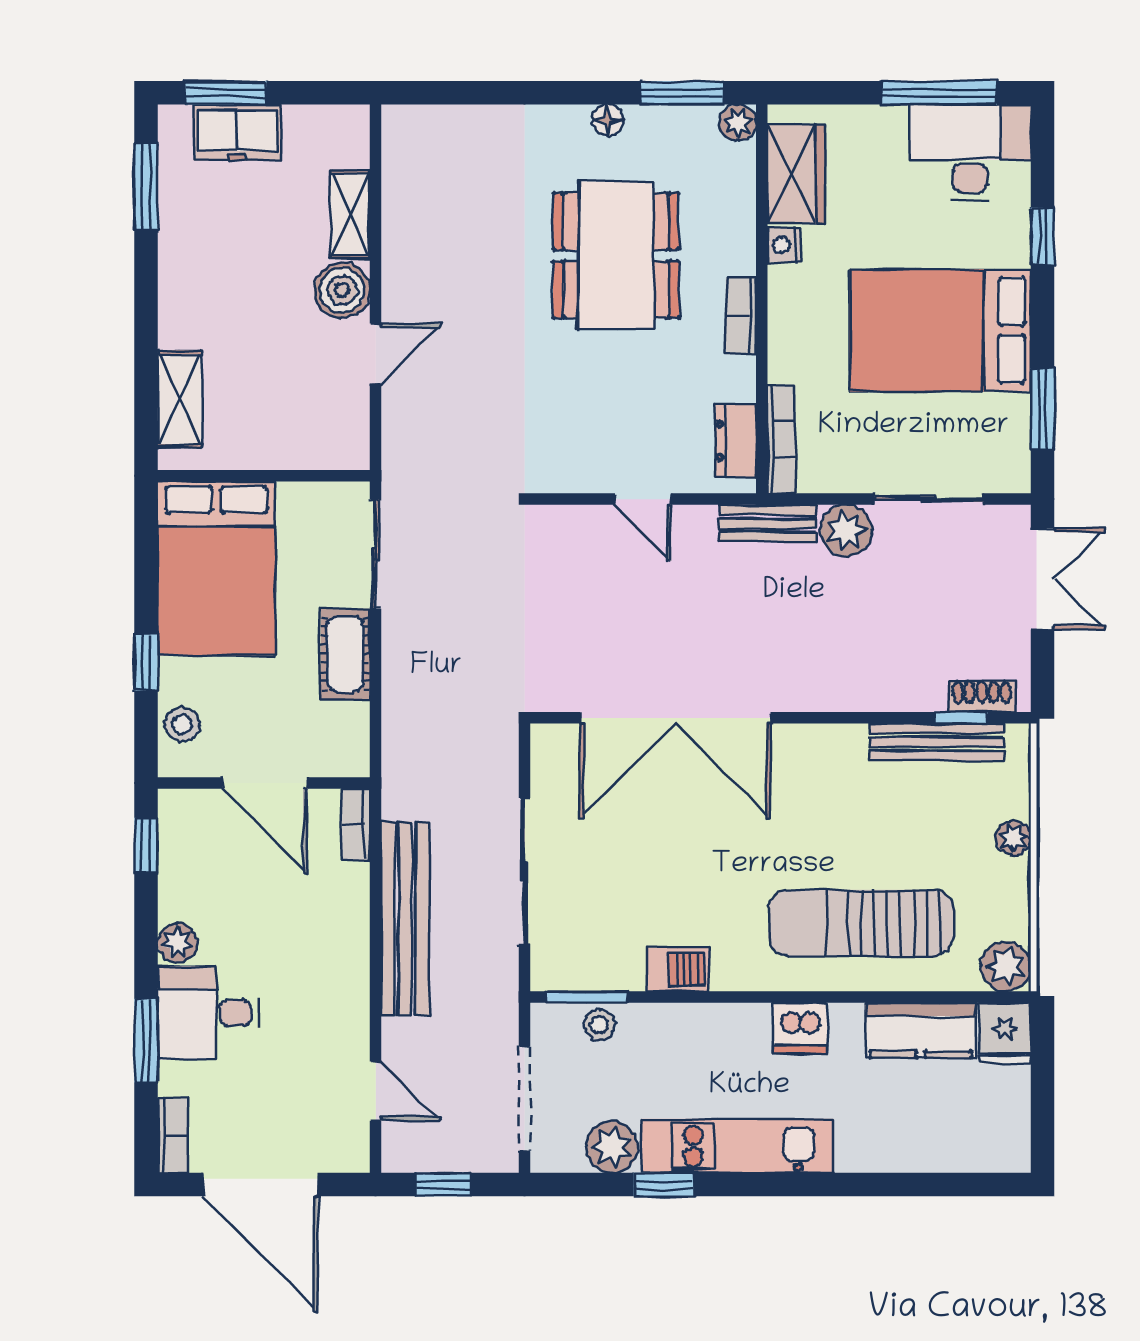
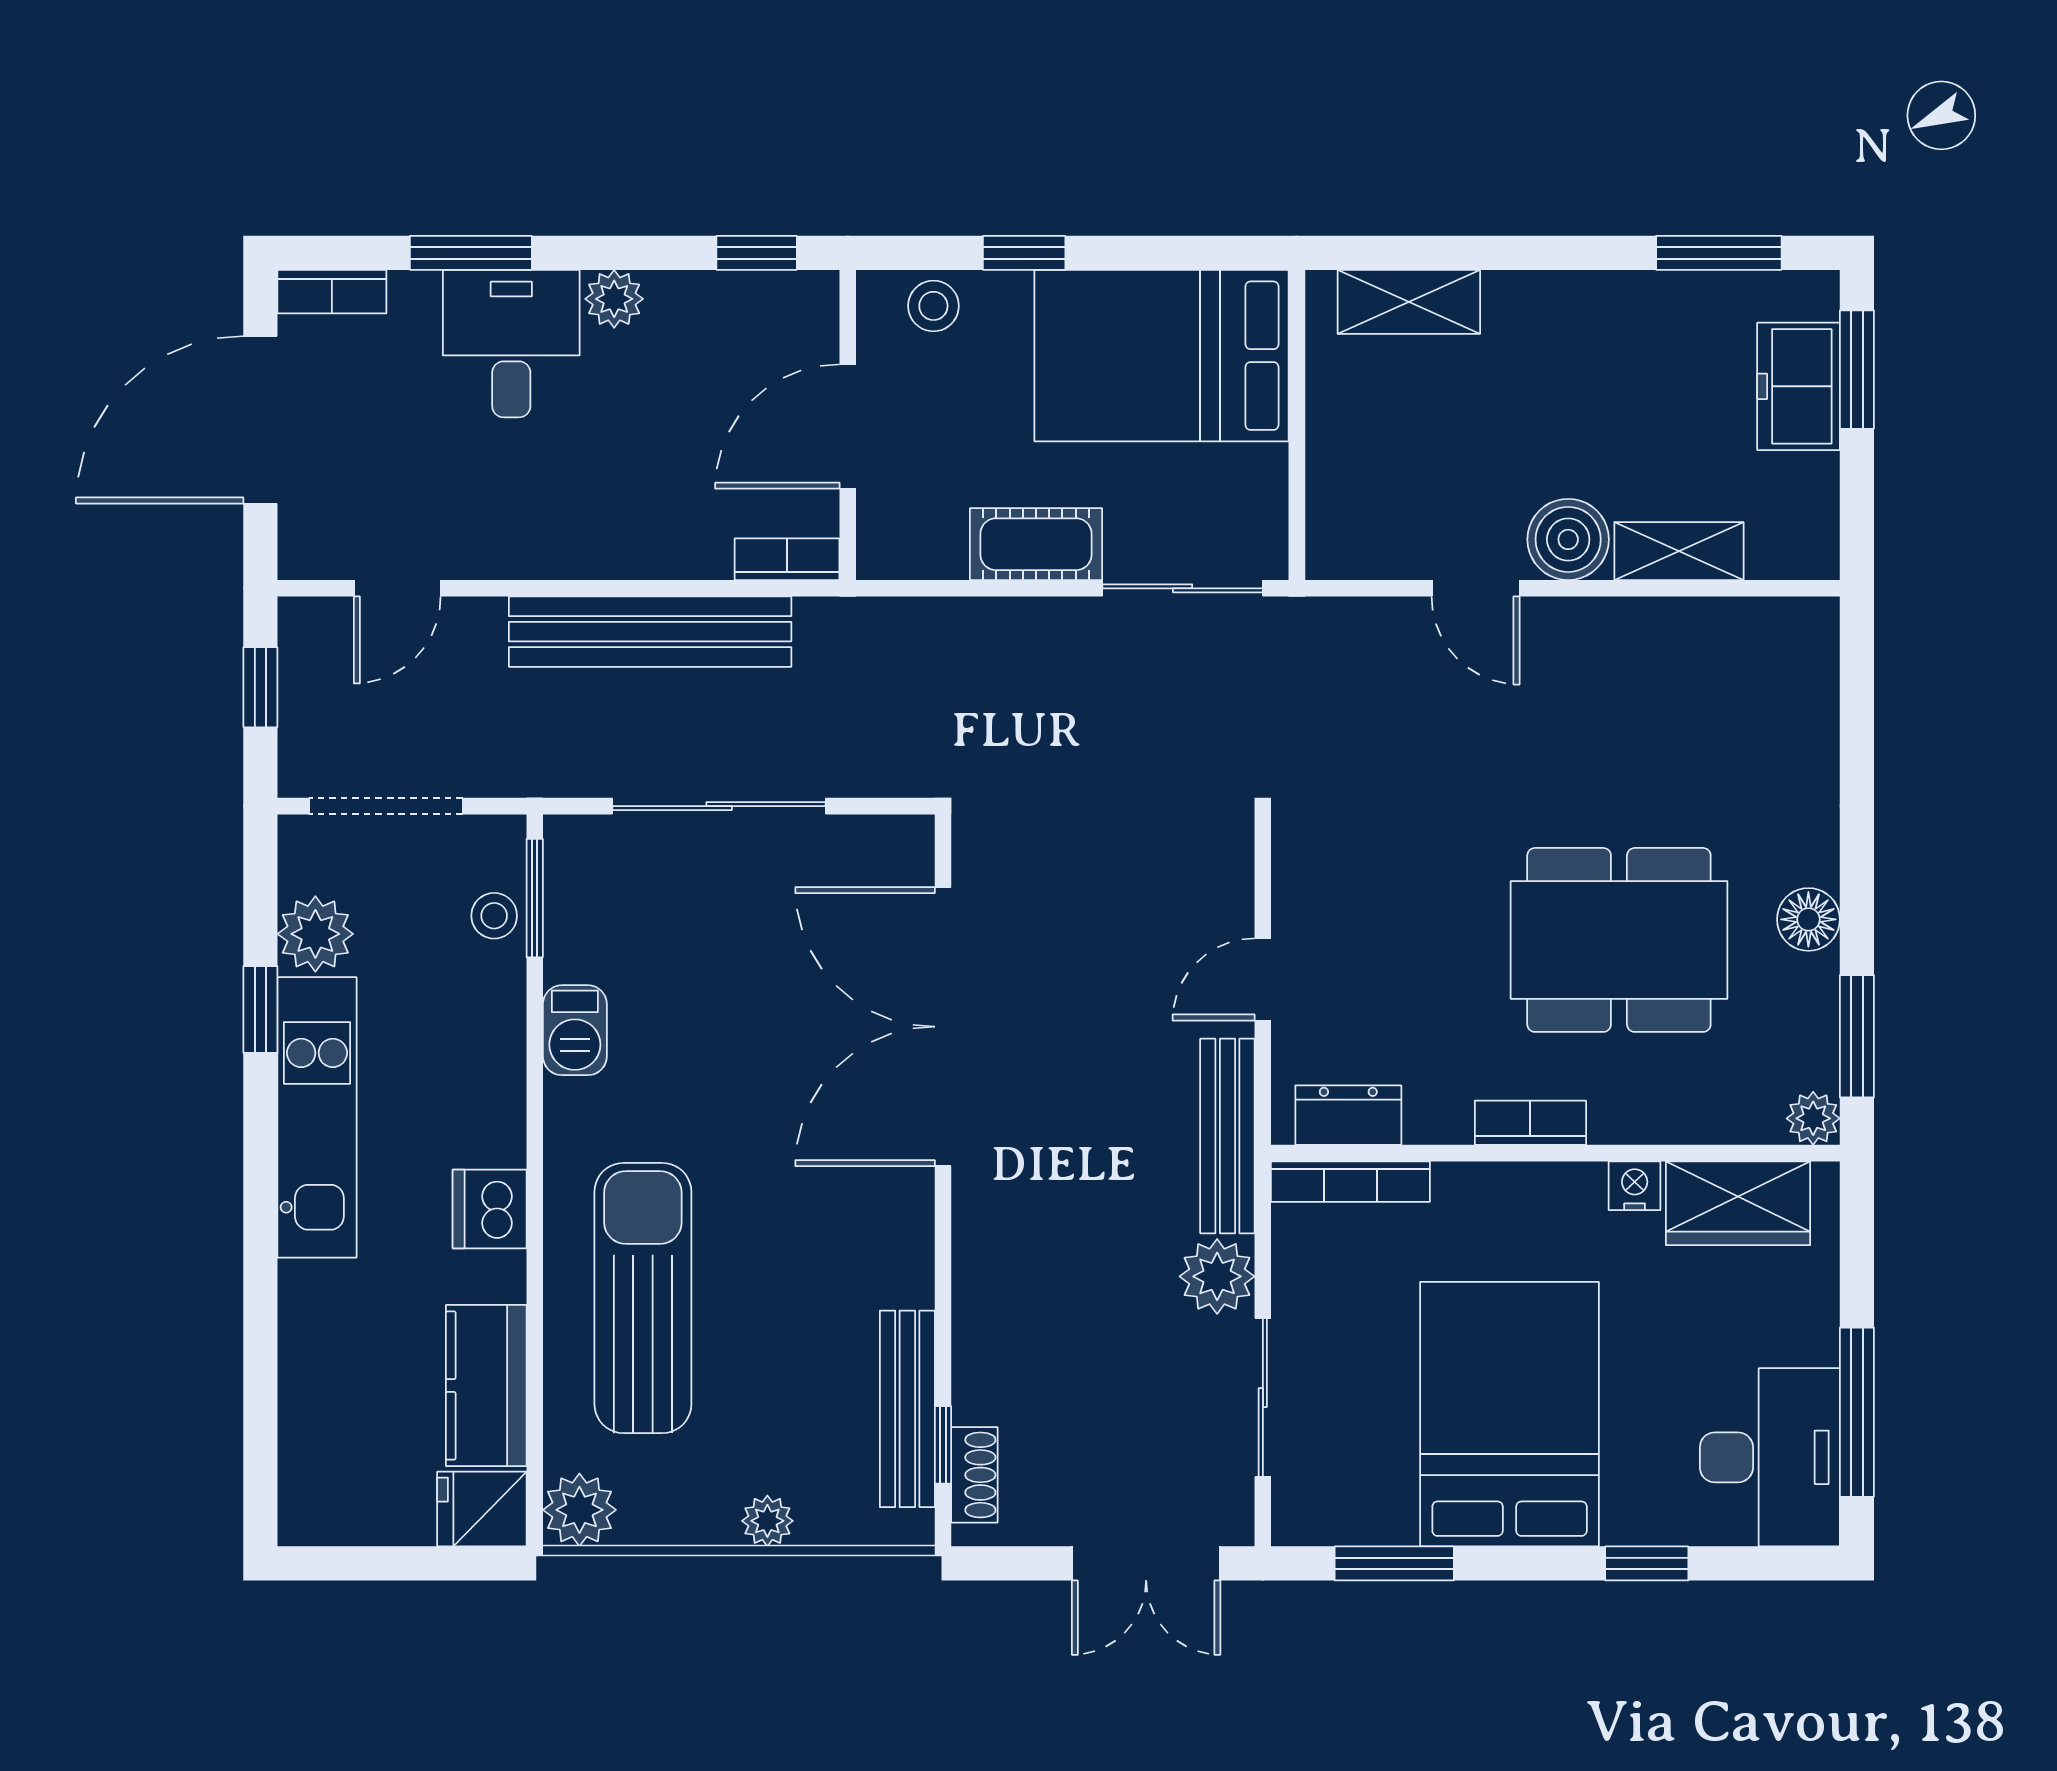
floor lamp: (608, 120) -> (1808, 919), width x1.37, depth x1.37
bench: (768, 523) -> (1227, 1136), width x1.36

